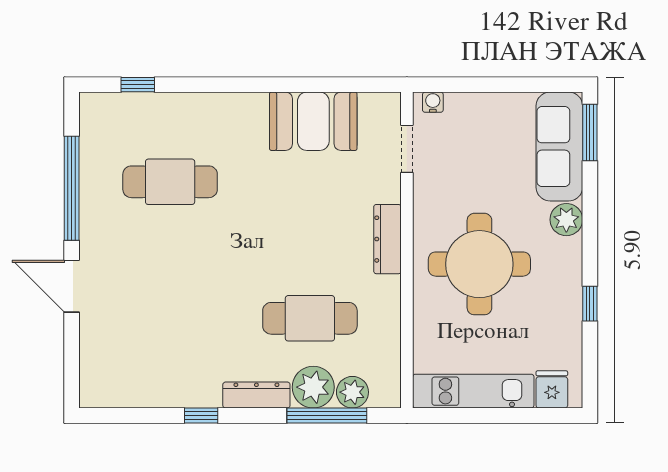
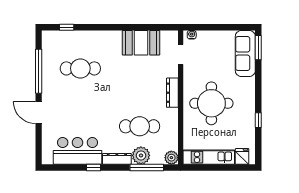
plant: (566, 220) -> (248, 84), removed
bar counter: (163, 376) -> (78, 151), added
plant: (352, 392) -> (171, 158), moved

